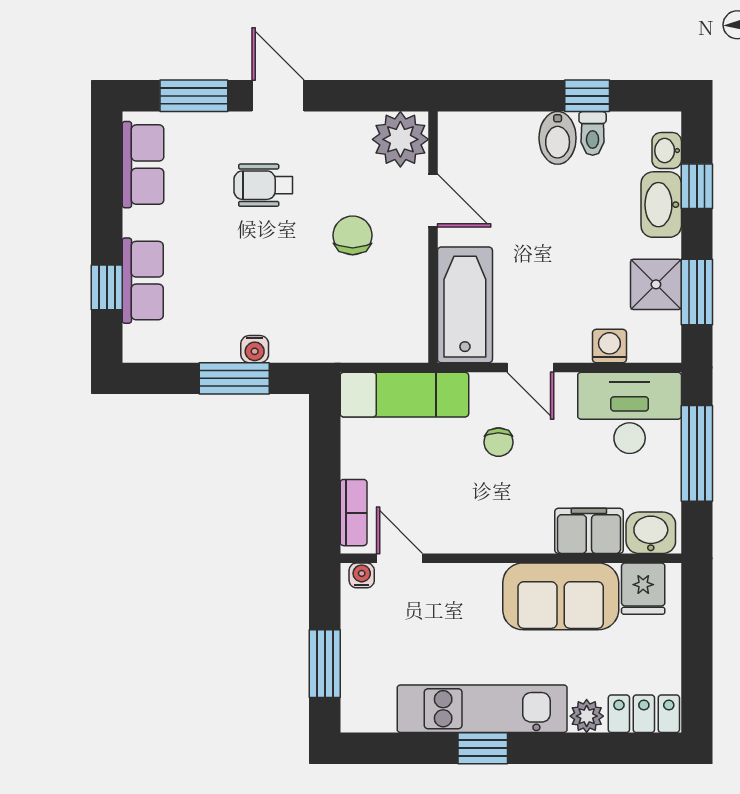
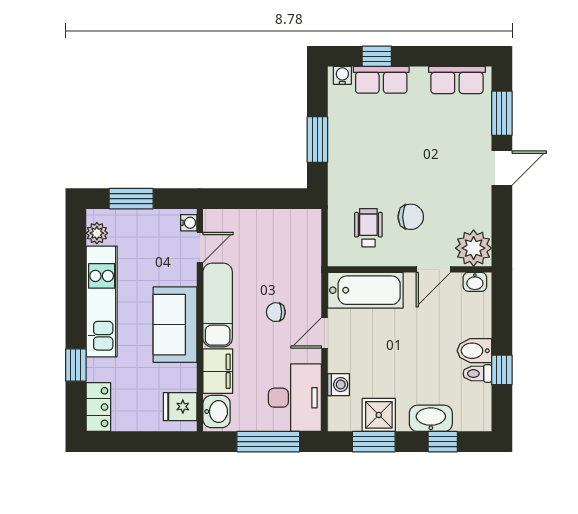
washbasin: (667, 151) -> (475, 282), moved, turned 180
wheelchair: (263, 185) -> (368, 228), moved
water cooler: (255, 349) -> (342, 75), moved, turned 90
exam couch: (404, 395) -> (218, 305), moved, turned 180
bookcase: (354, 513) -> (230, 217), removed
sofa: (561, 596) -> (175, 325), moved
plant: (587, 716) -> (97, 233), moved
window: (483, 748) -> (76, 365), moved

